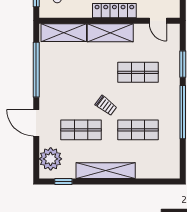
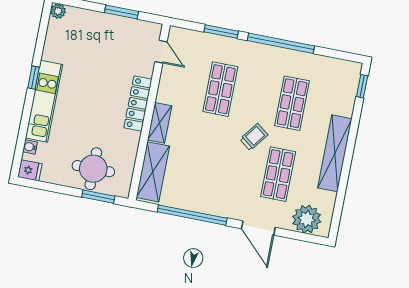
door: (158, 21) -> (161, 52), hinge flipped
shelving: (110, 33) -> (160, 123), width x0.67, depth x0.75
door: (36, 123) -> (258, 228), hinge flipped
window: (63, 182) -> (362, 86), moved

